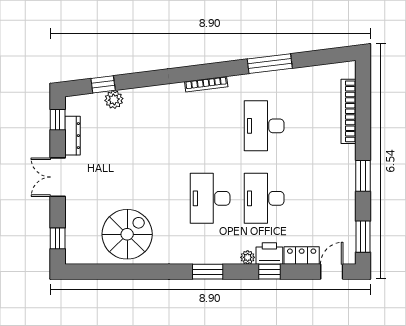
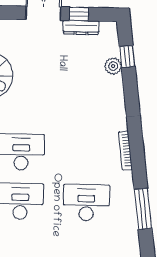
window: (58, 120) -> (79, 14), moved

